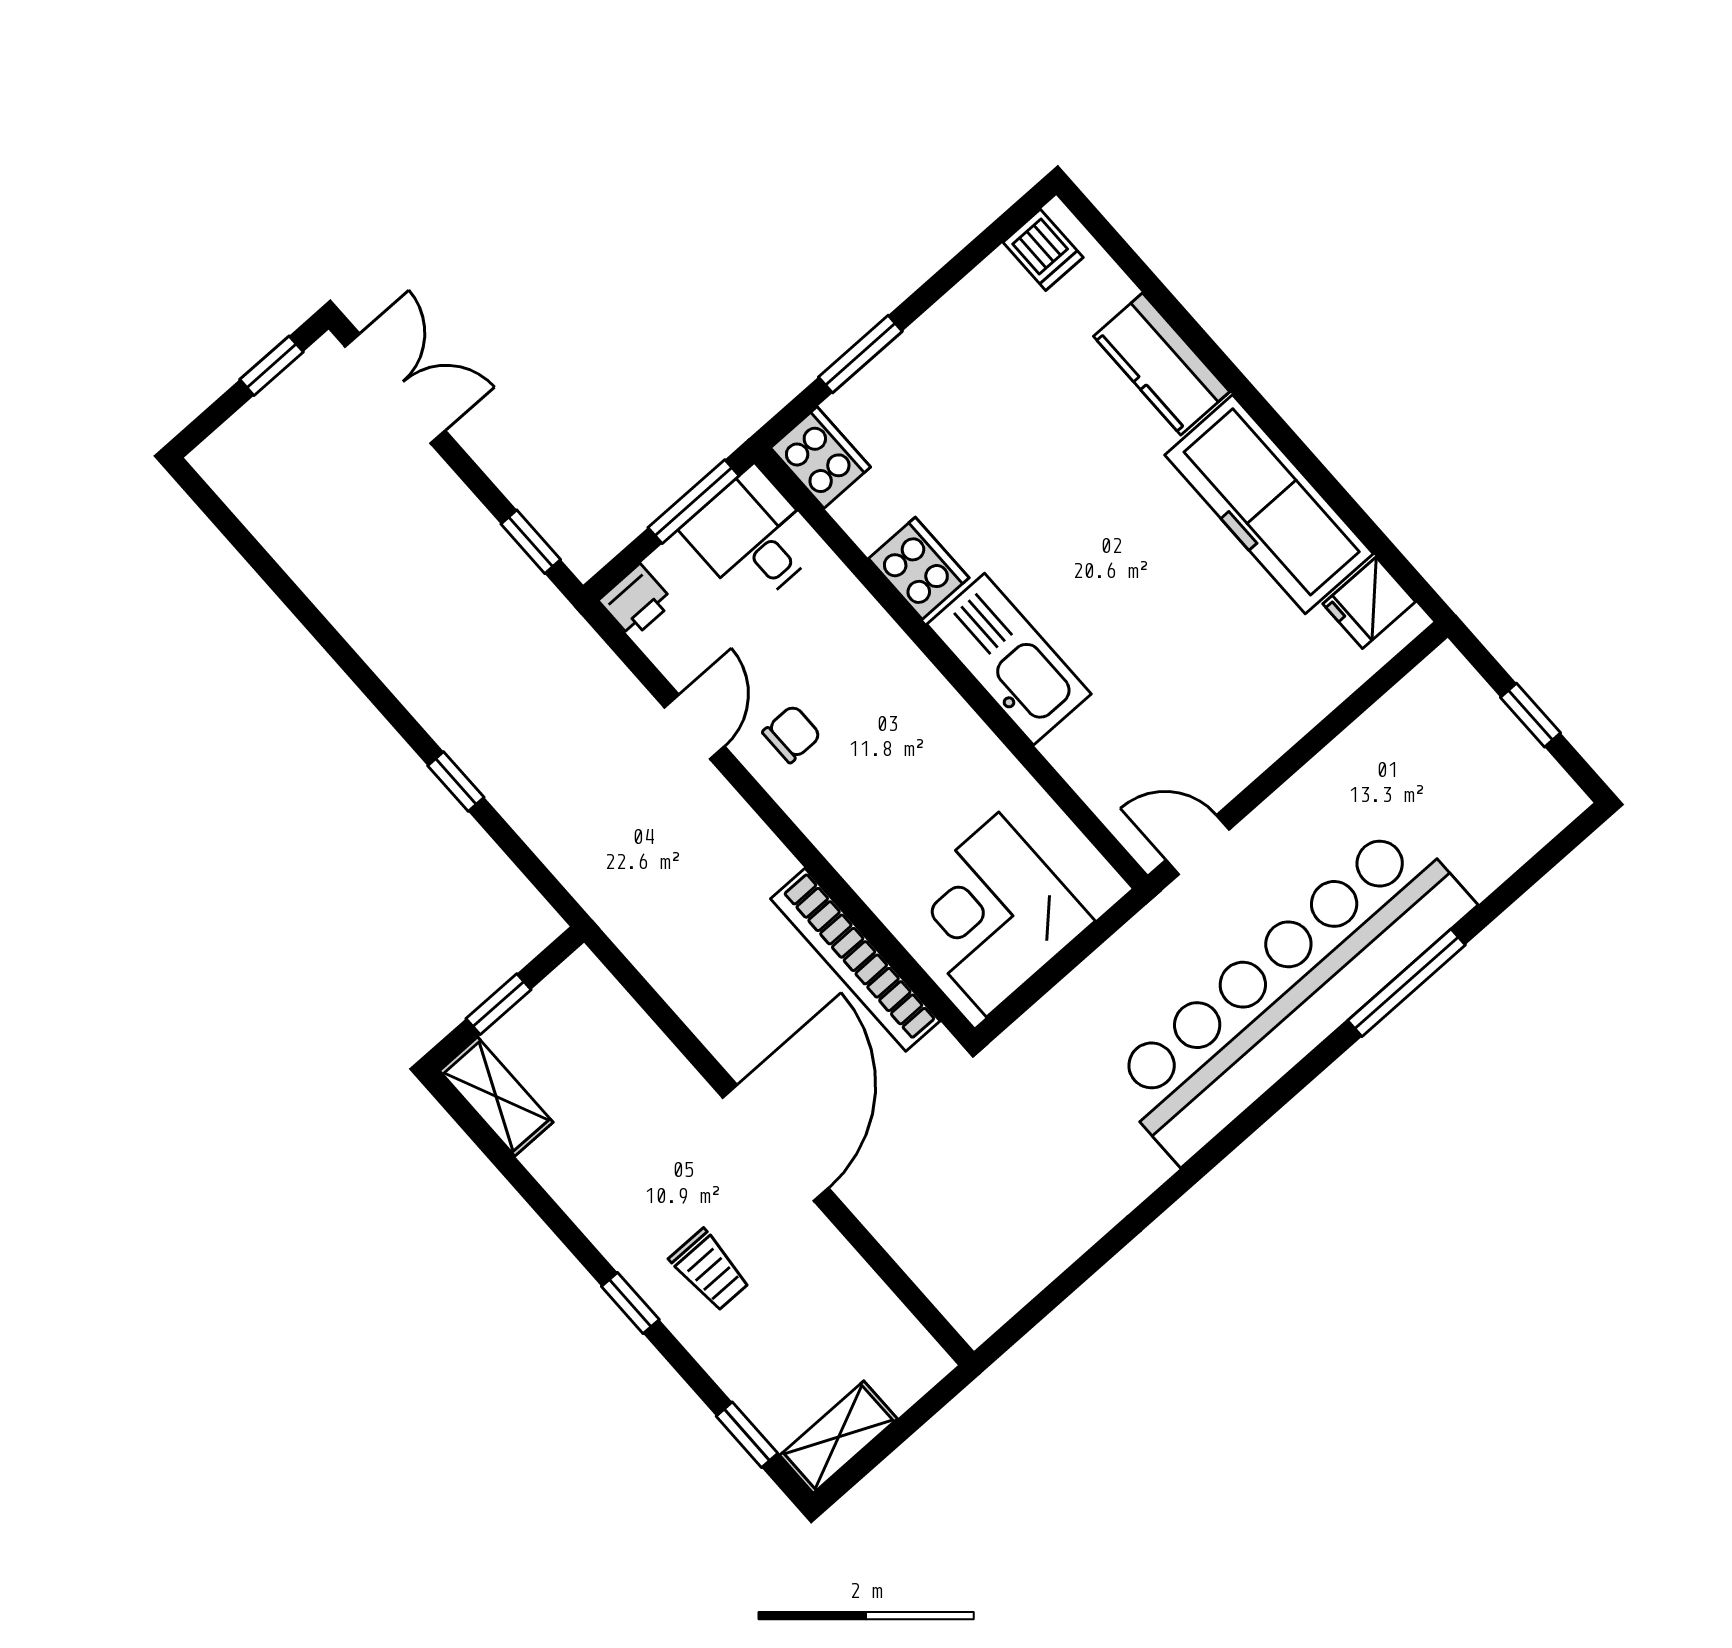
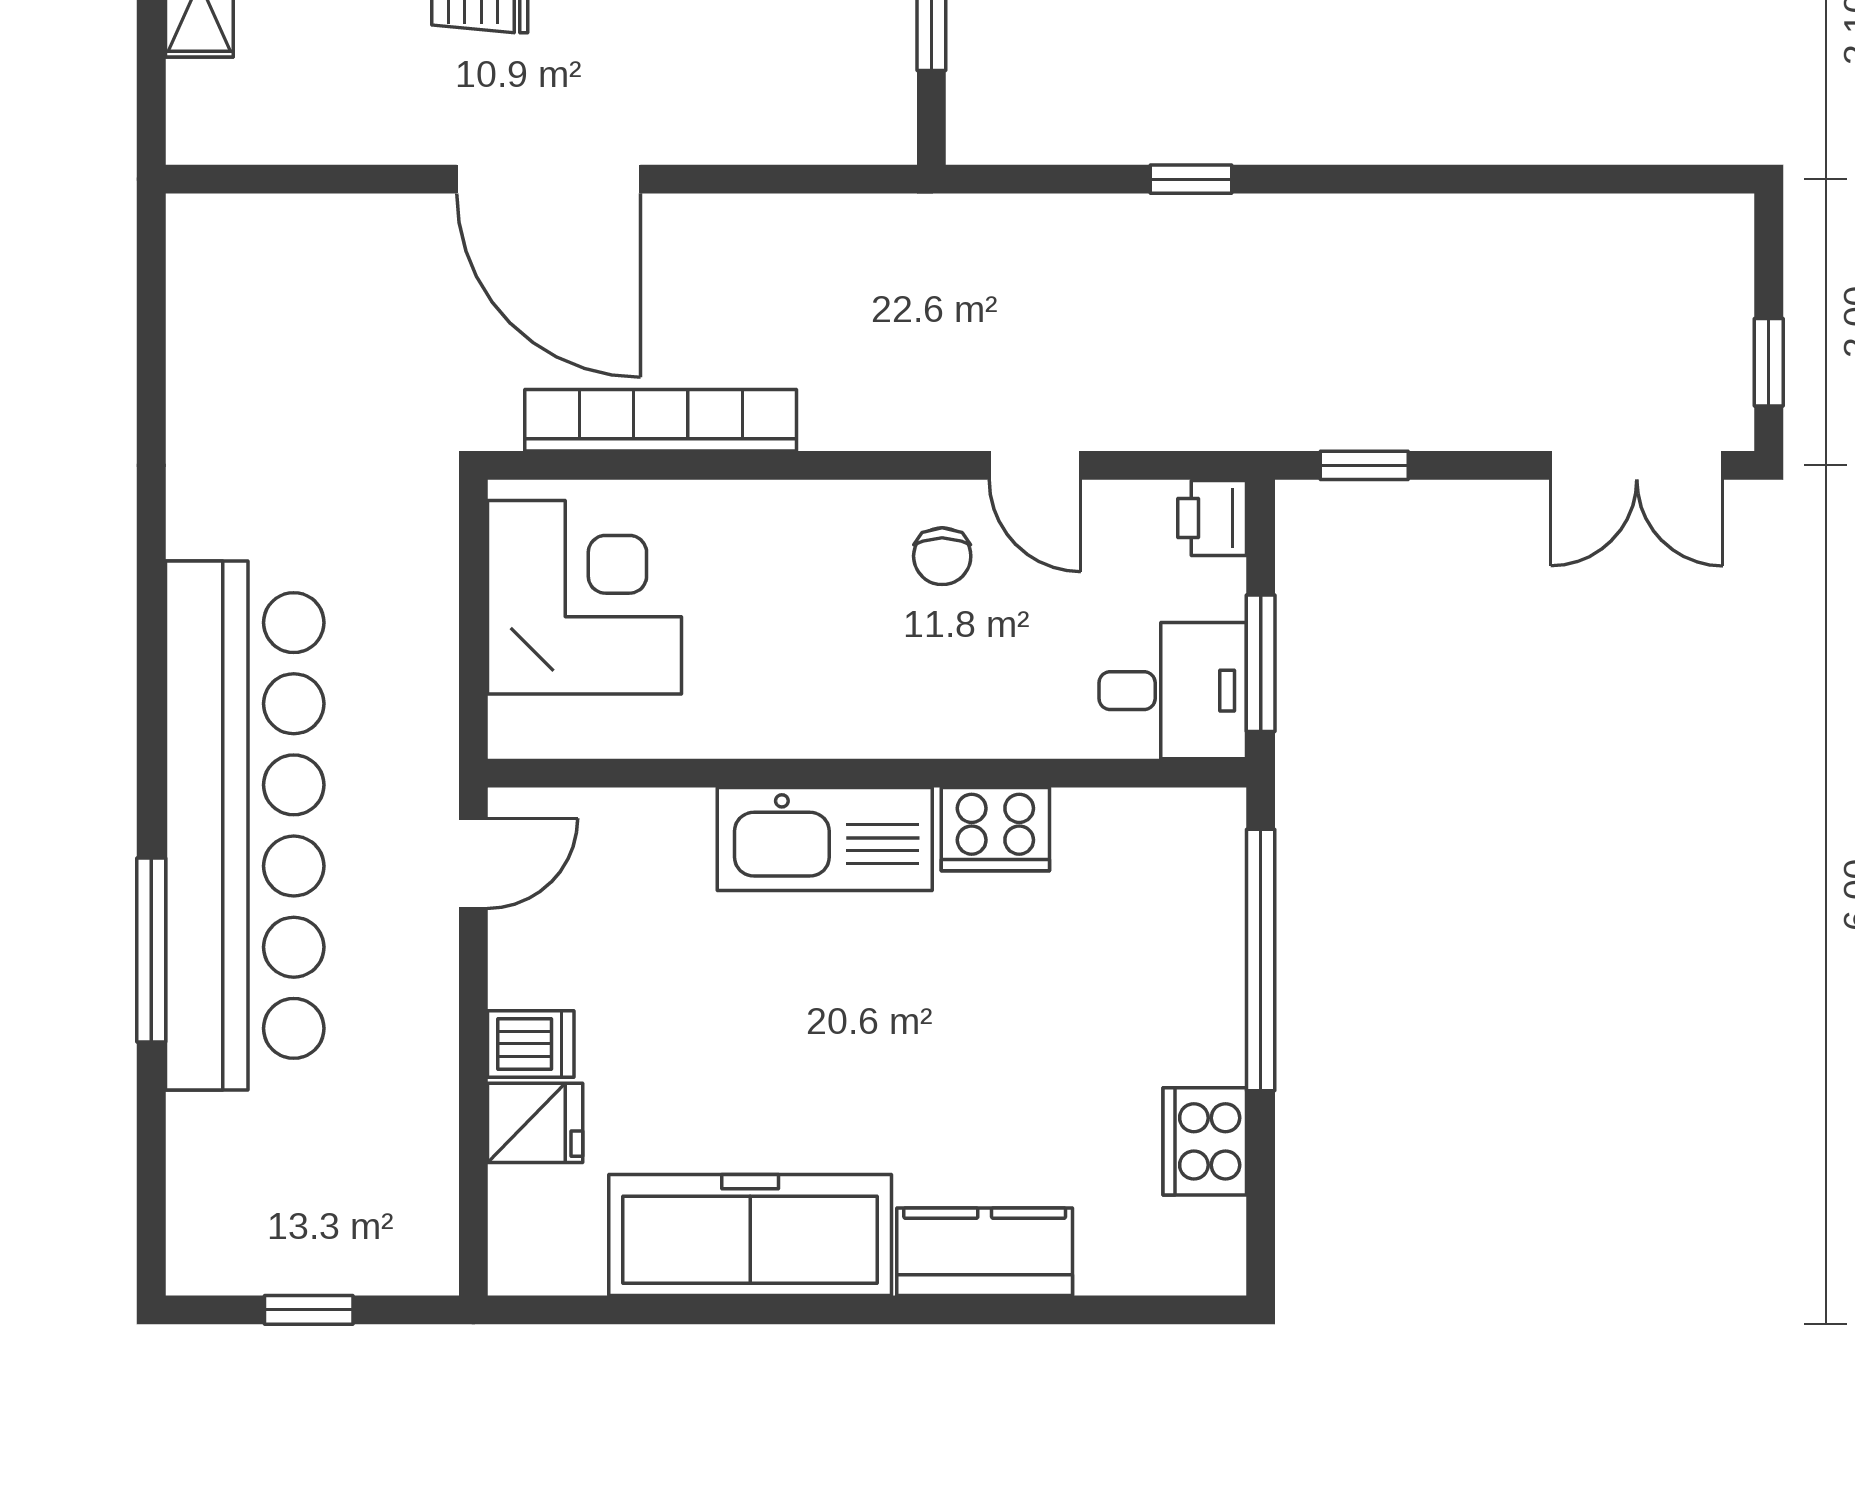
dishwasher: (1043, 250) -> (531, 1044), moved, turned 180
window: (860, 354) -> (1261, 960), width x2.11
cooker: (821, 457) -> (1205, 1141), moved, turned 90
fridge: (1369, 603) -> (535, 1123), moved, turned 90

